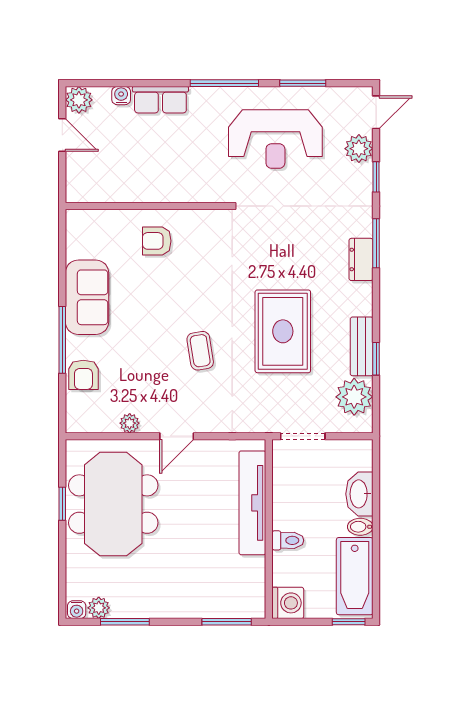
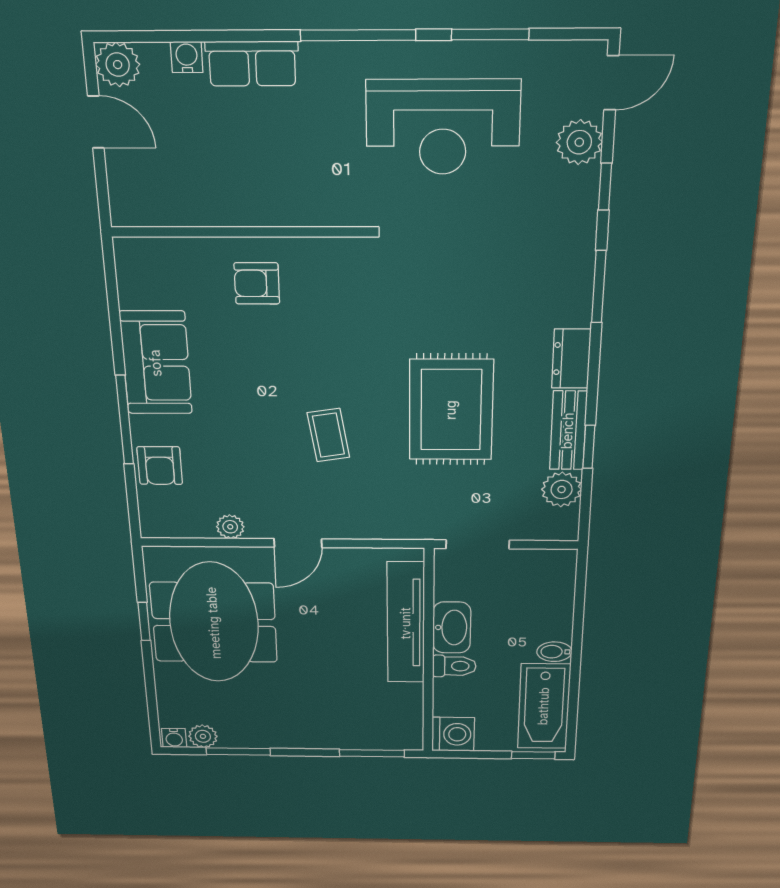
dresser: (361, 259) -> (571, 359), moved
plant: (354, 397) -> (562, 489), width x0.73, depth x0.73
washbasin: (359, 494) -> (452, 628), moved, turned 180

